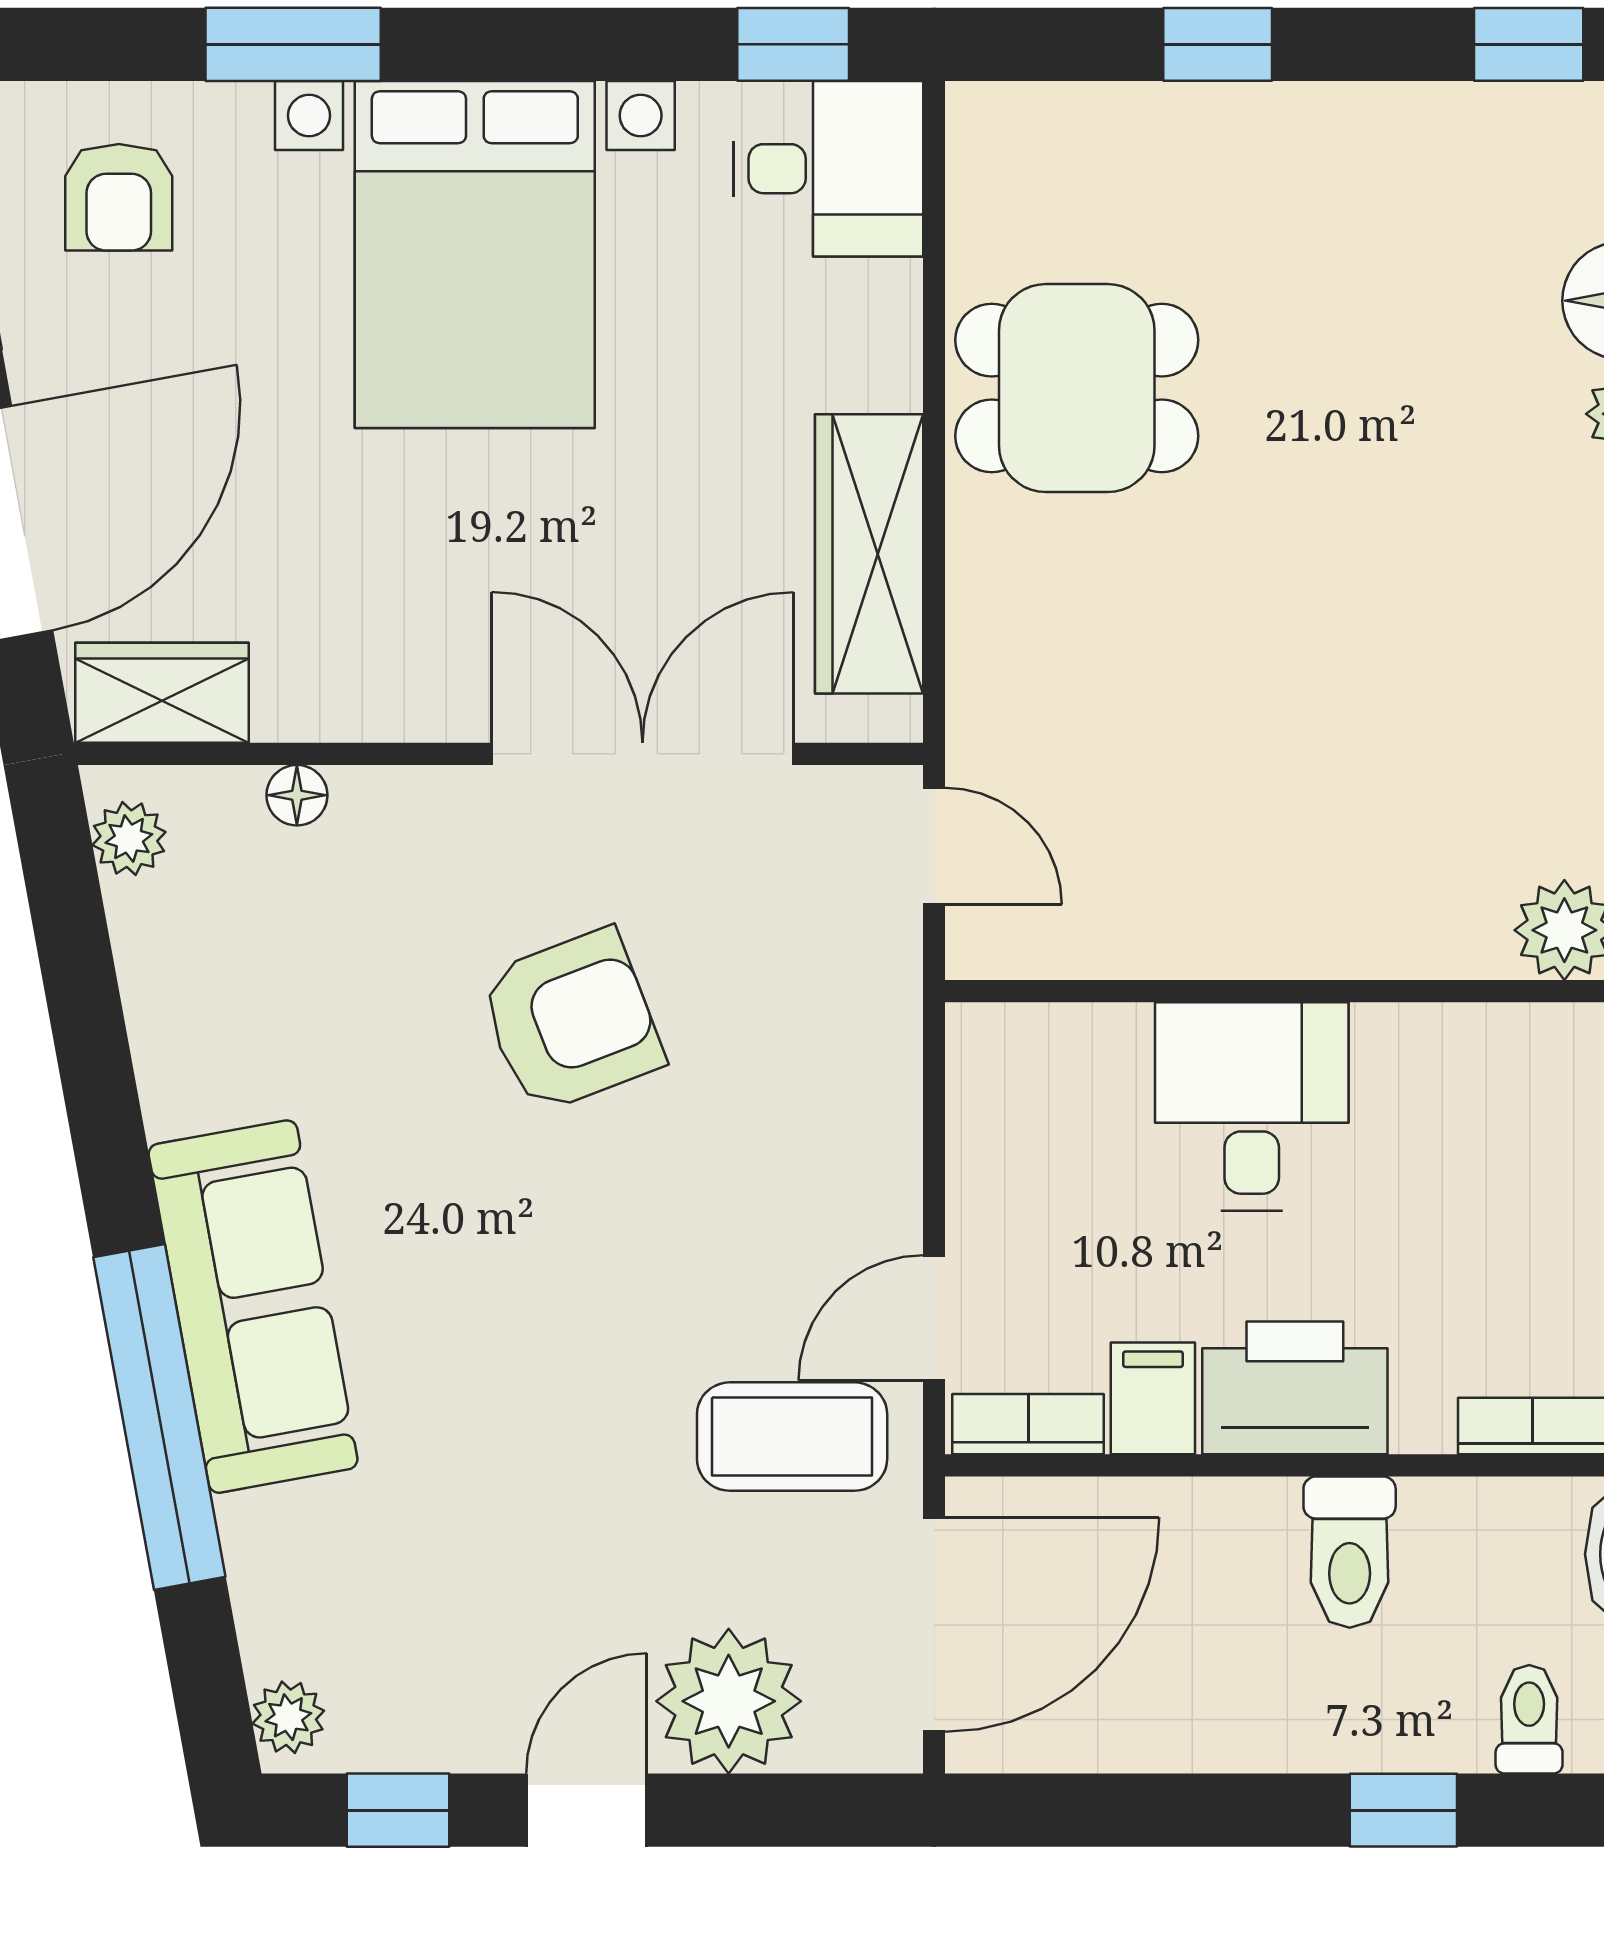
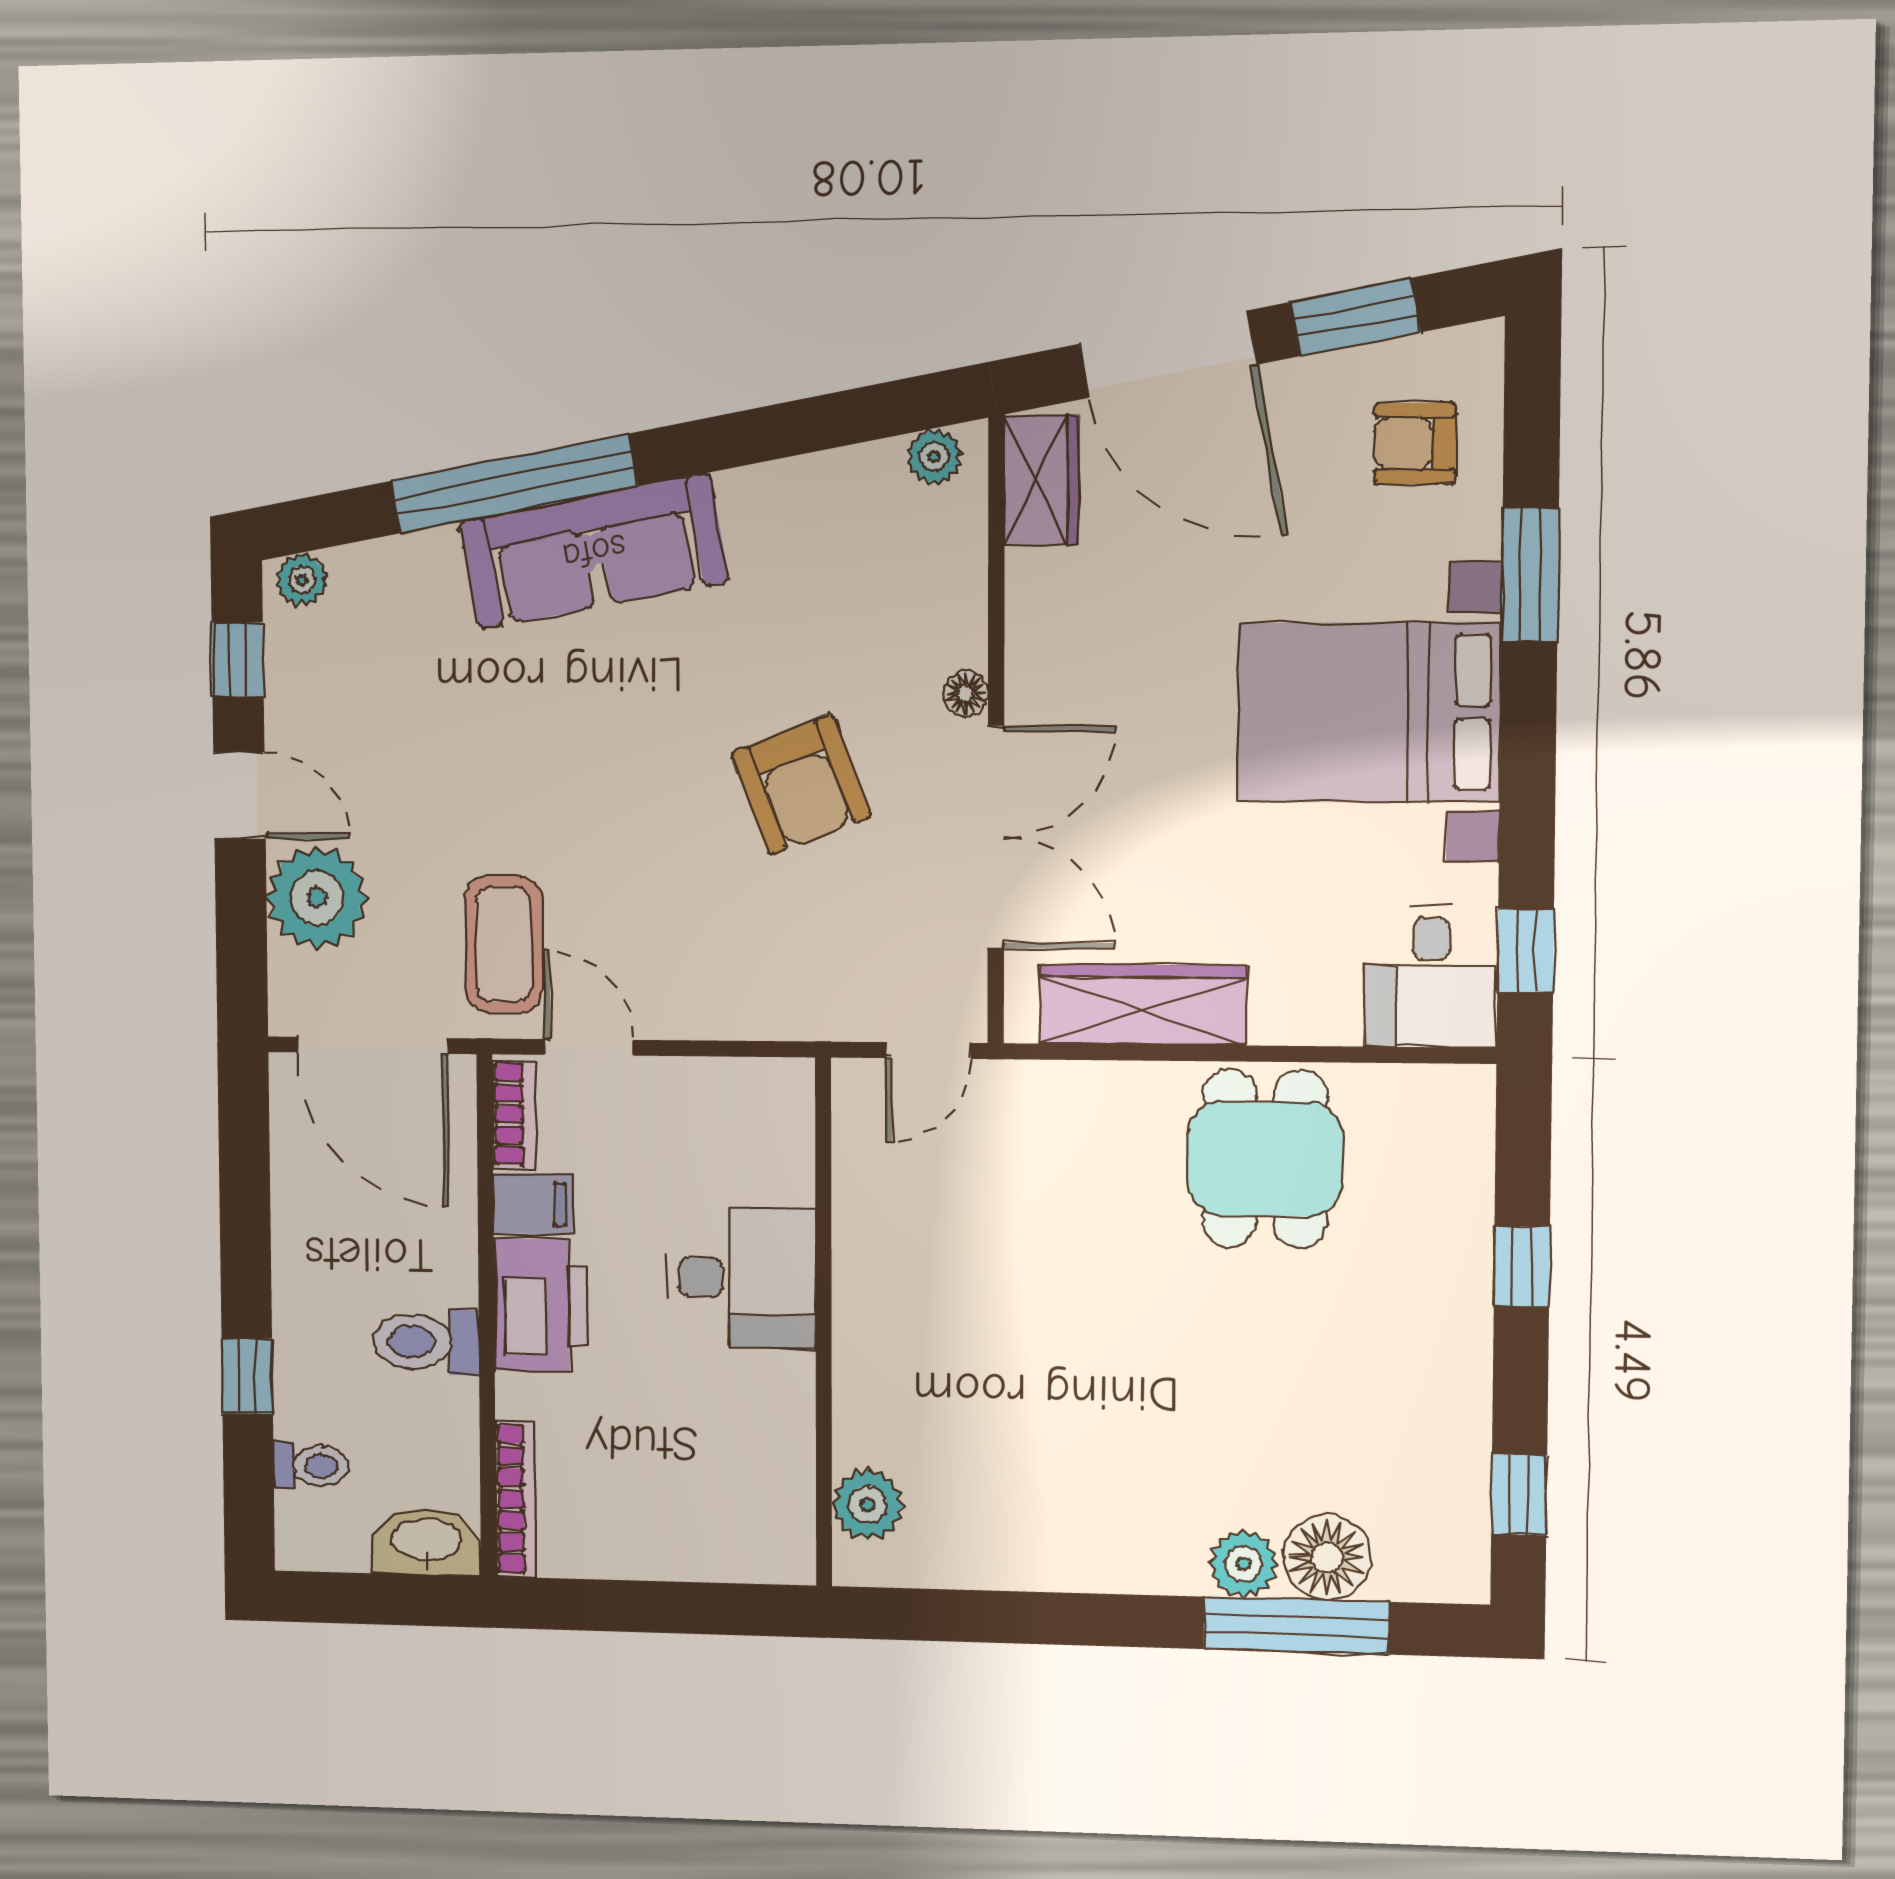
floor lamp: (297, 795) -> (966, 693), moved

